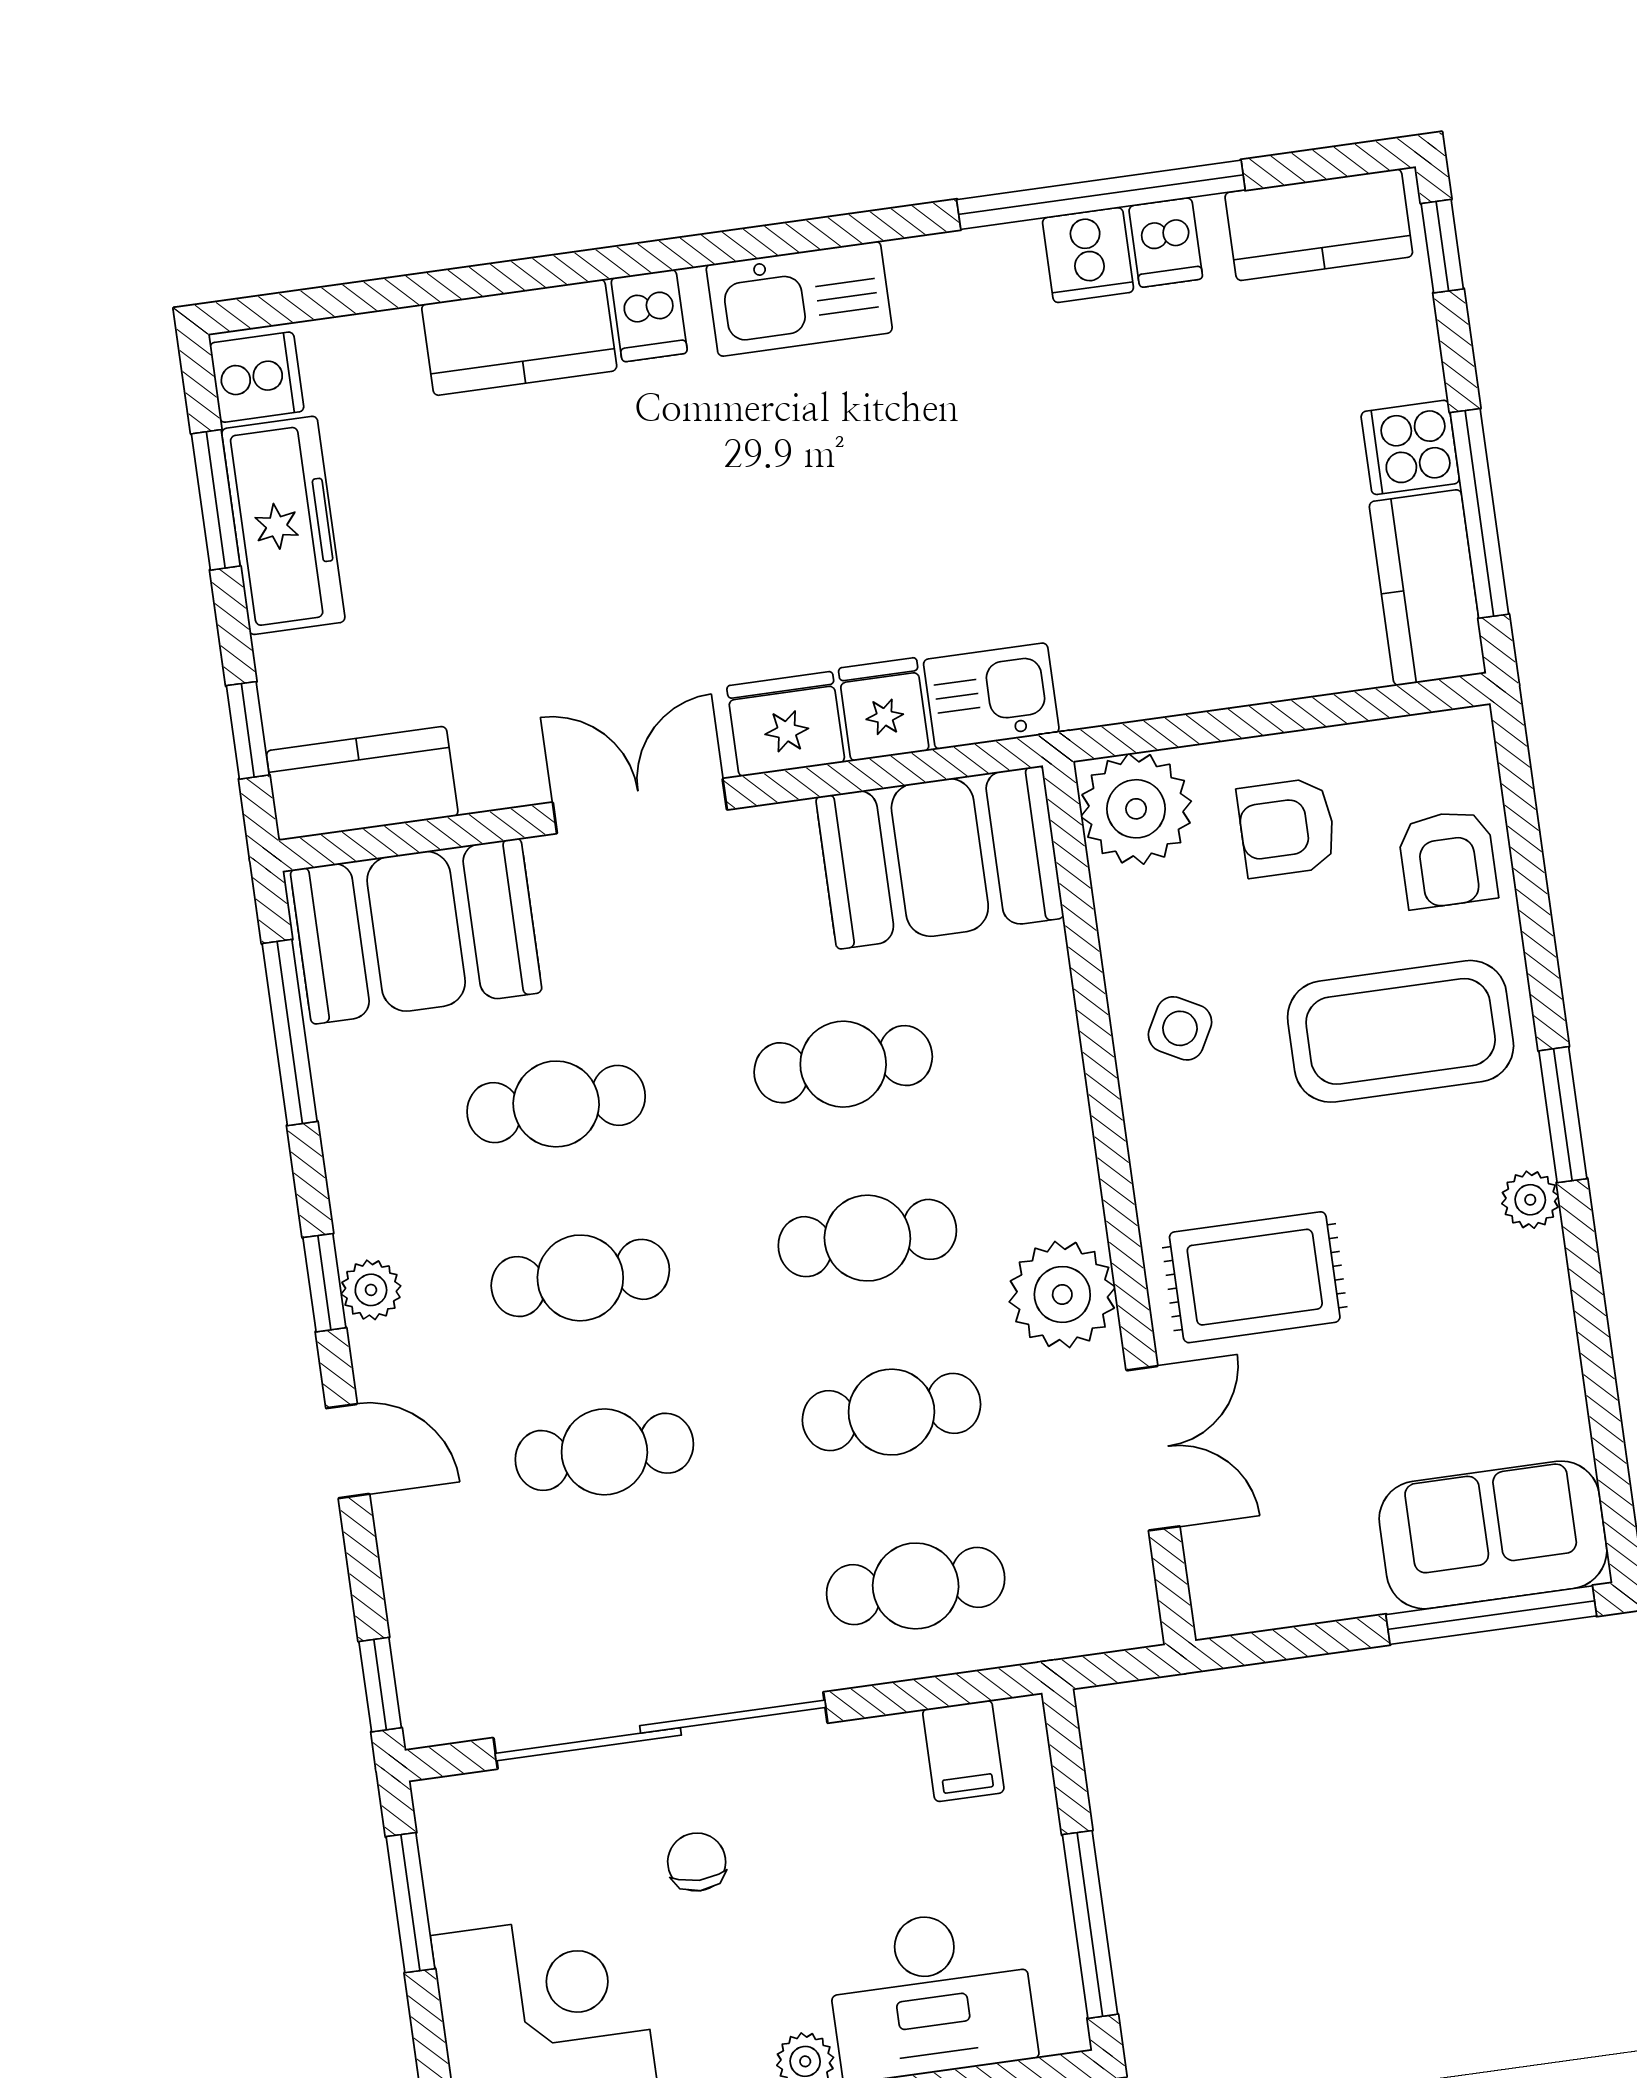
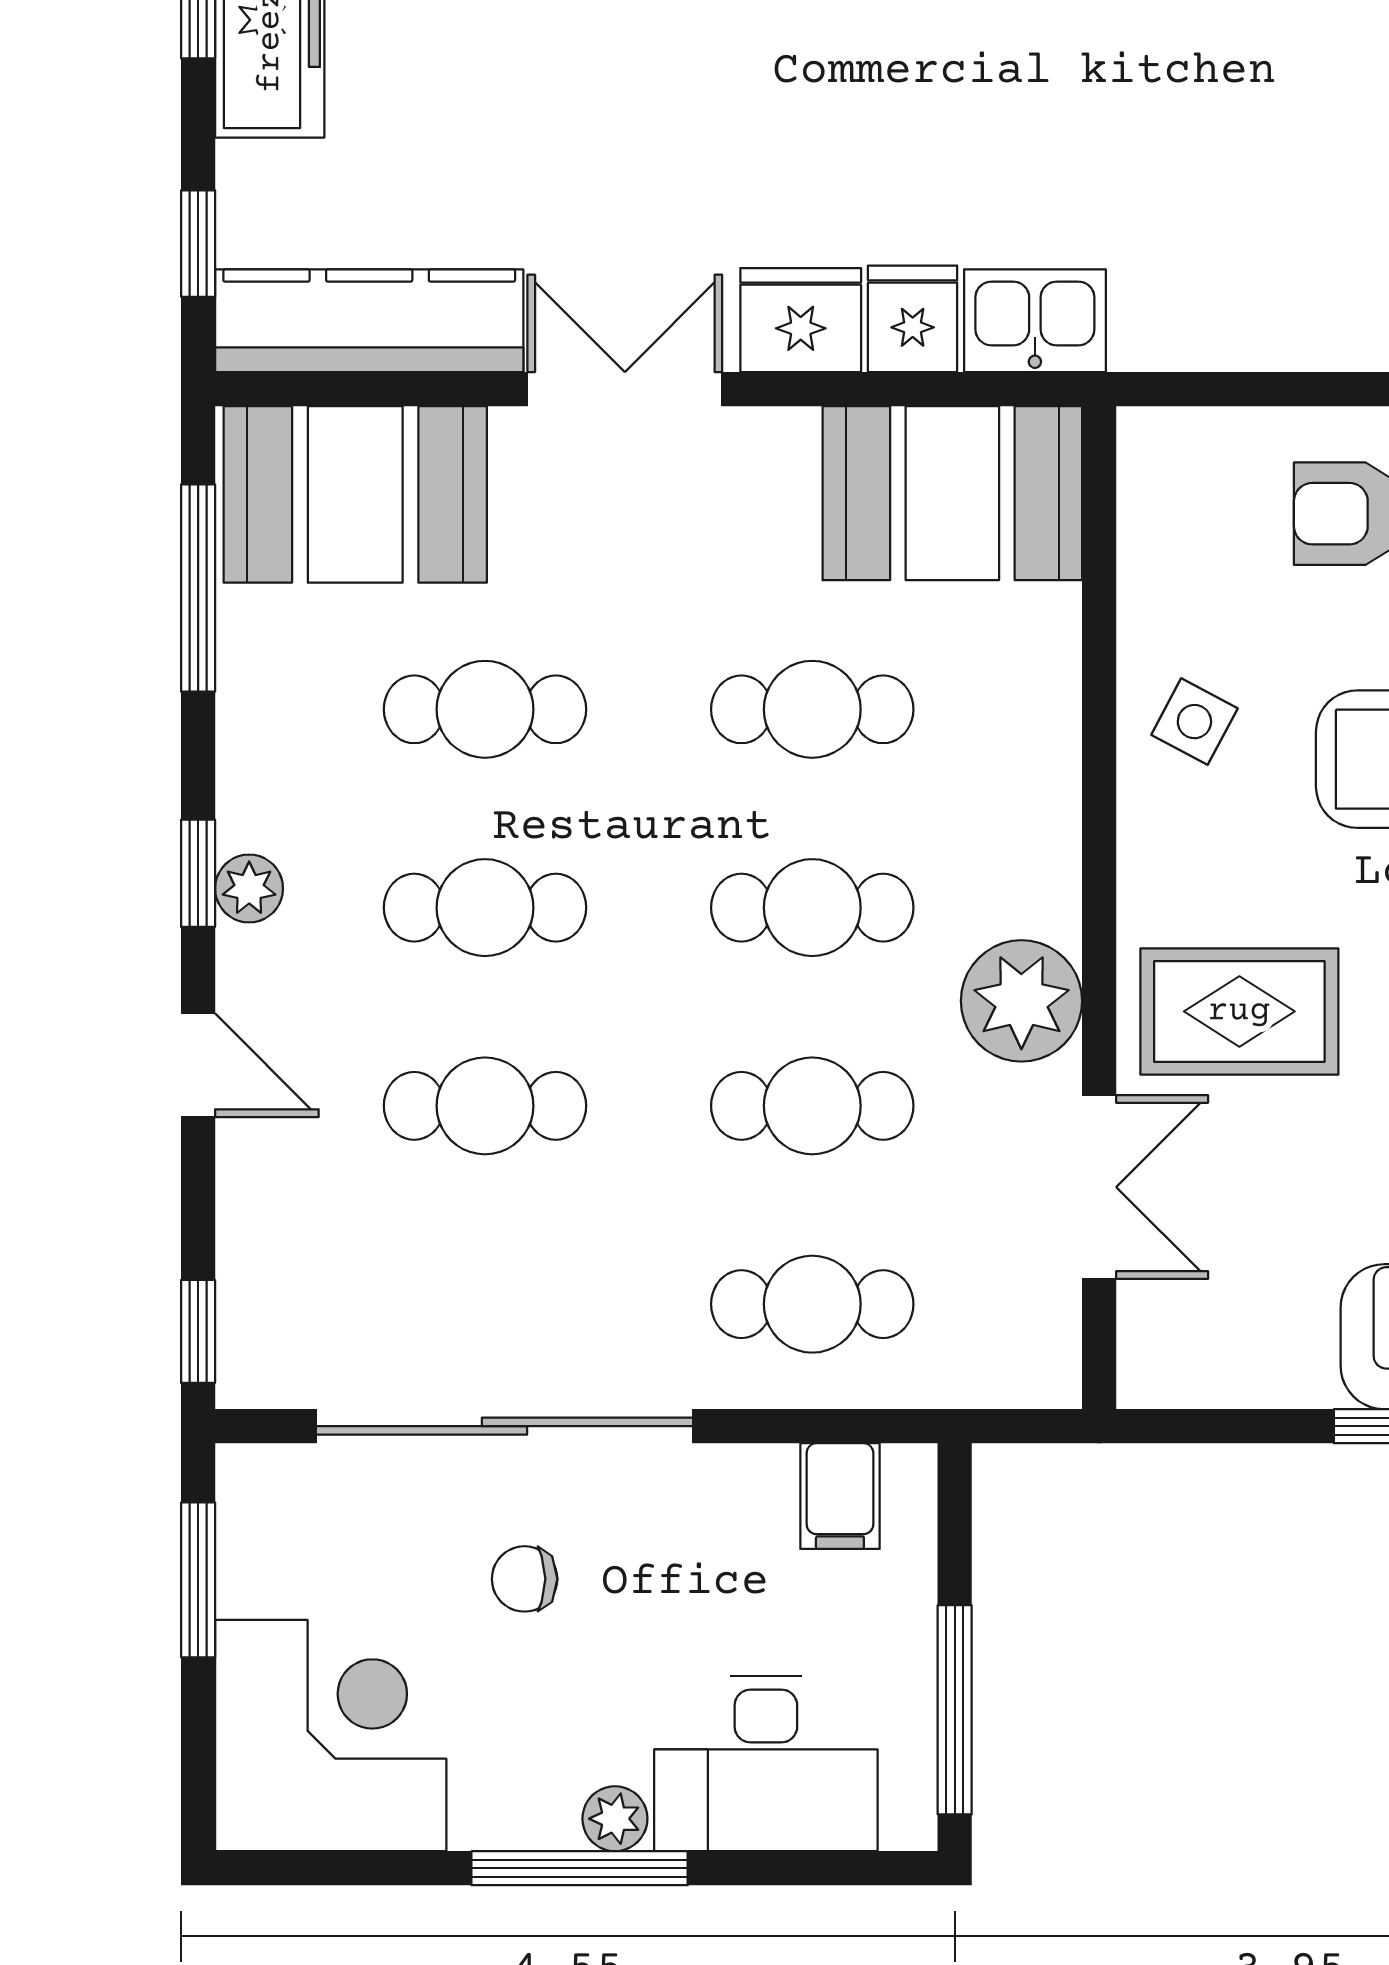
kitchen counter: (362, 783) -> (369, 321), width x1.50
plant: (1136, 809) -> (1179, 469), removed
chair: (697, 1862) -> (525, 1579), turned -90

